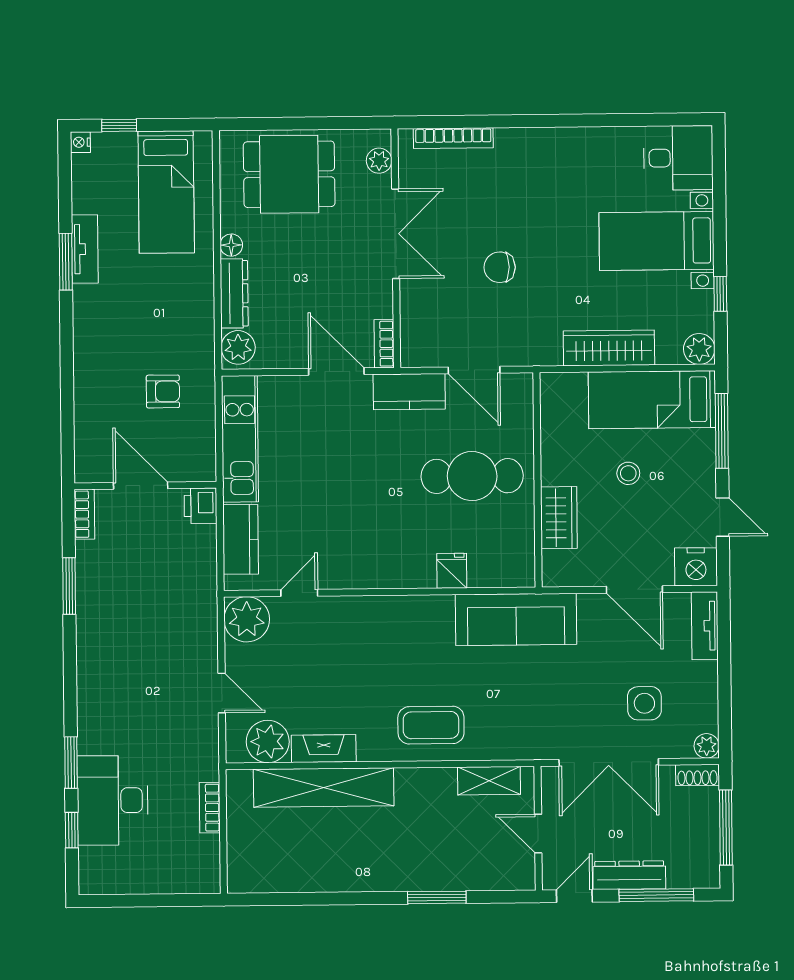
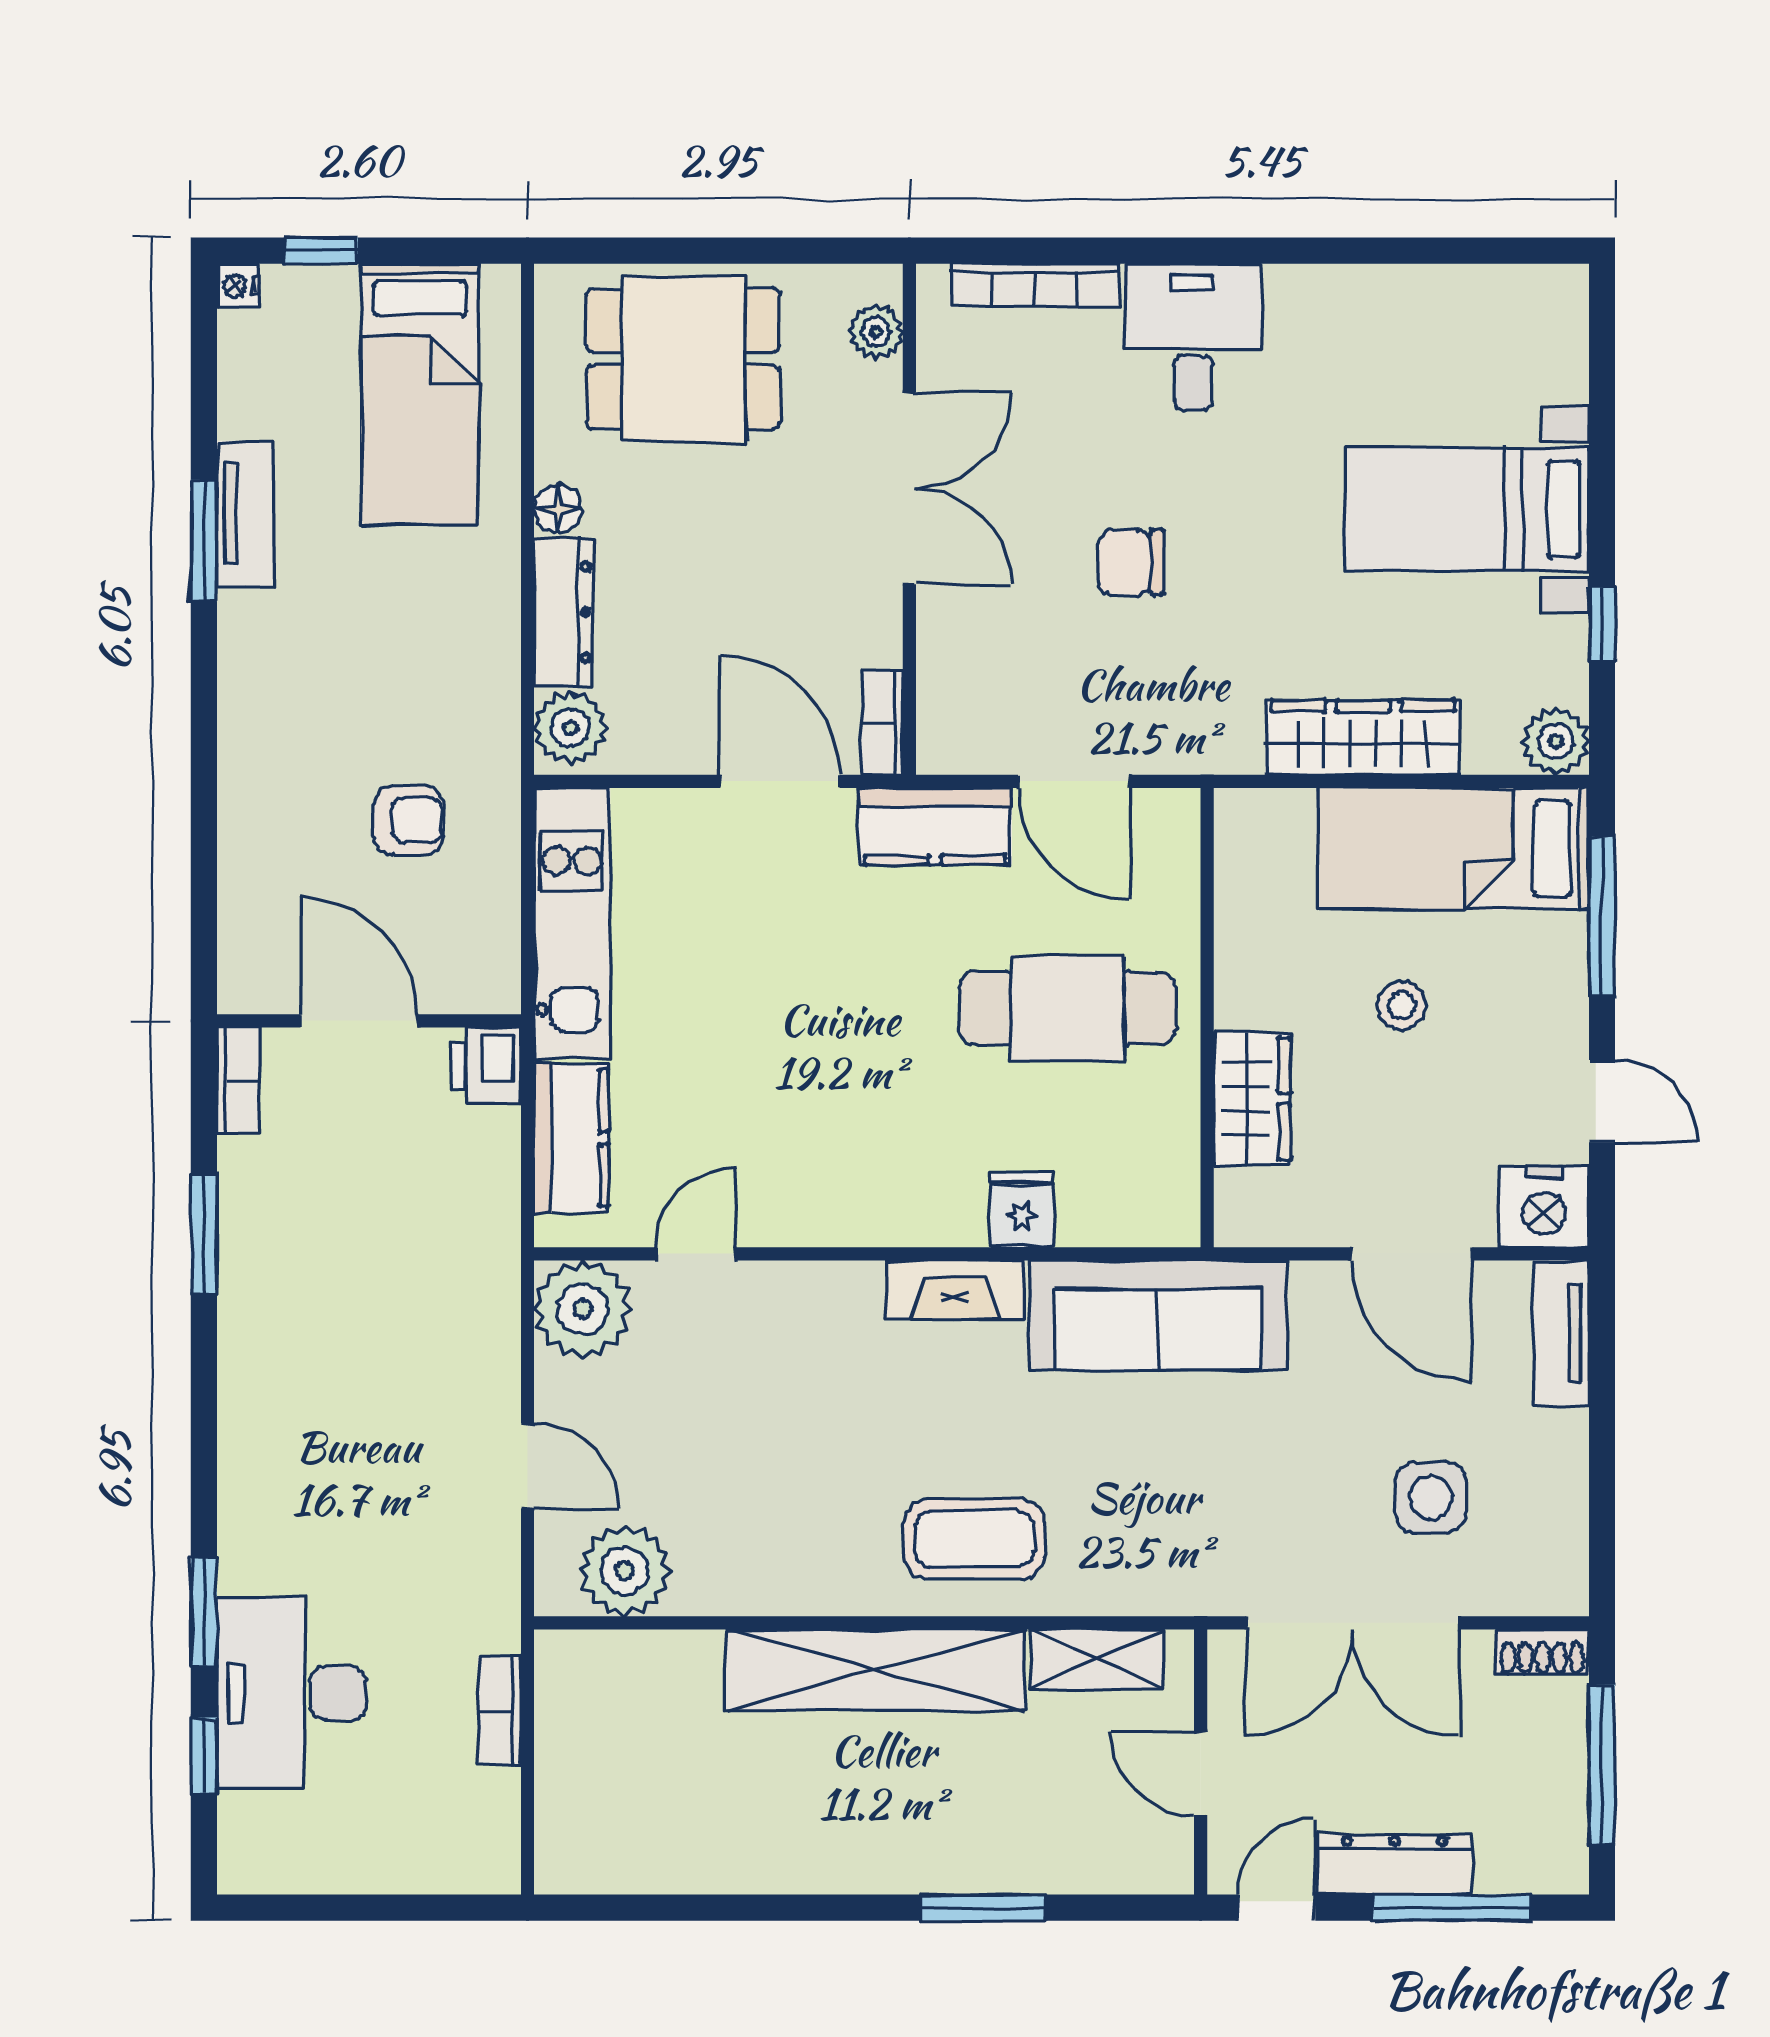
desk: (678, 158) -> (1193, 337), moved, turned -90
plant: (707, 746) -> (1563, 1590), removed
fireplace: (324, 749) -> (955, 1290), moved, turned 180
shelving: (324, 787) -> (875, 1670), moved

